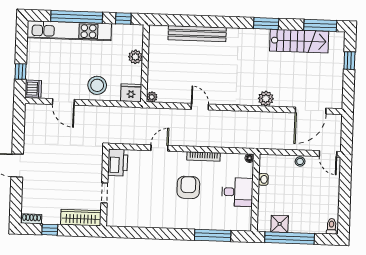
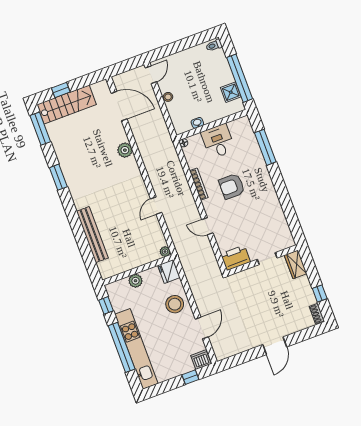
stairs: (299, 41) -> (67, 105), moved, turned 90
wardrobe: (81, 218) -> (296, 264), width x0.67

